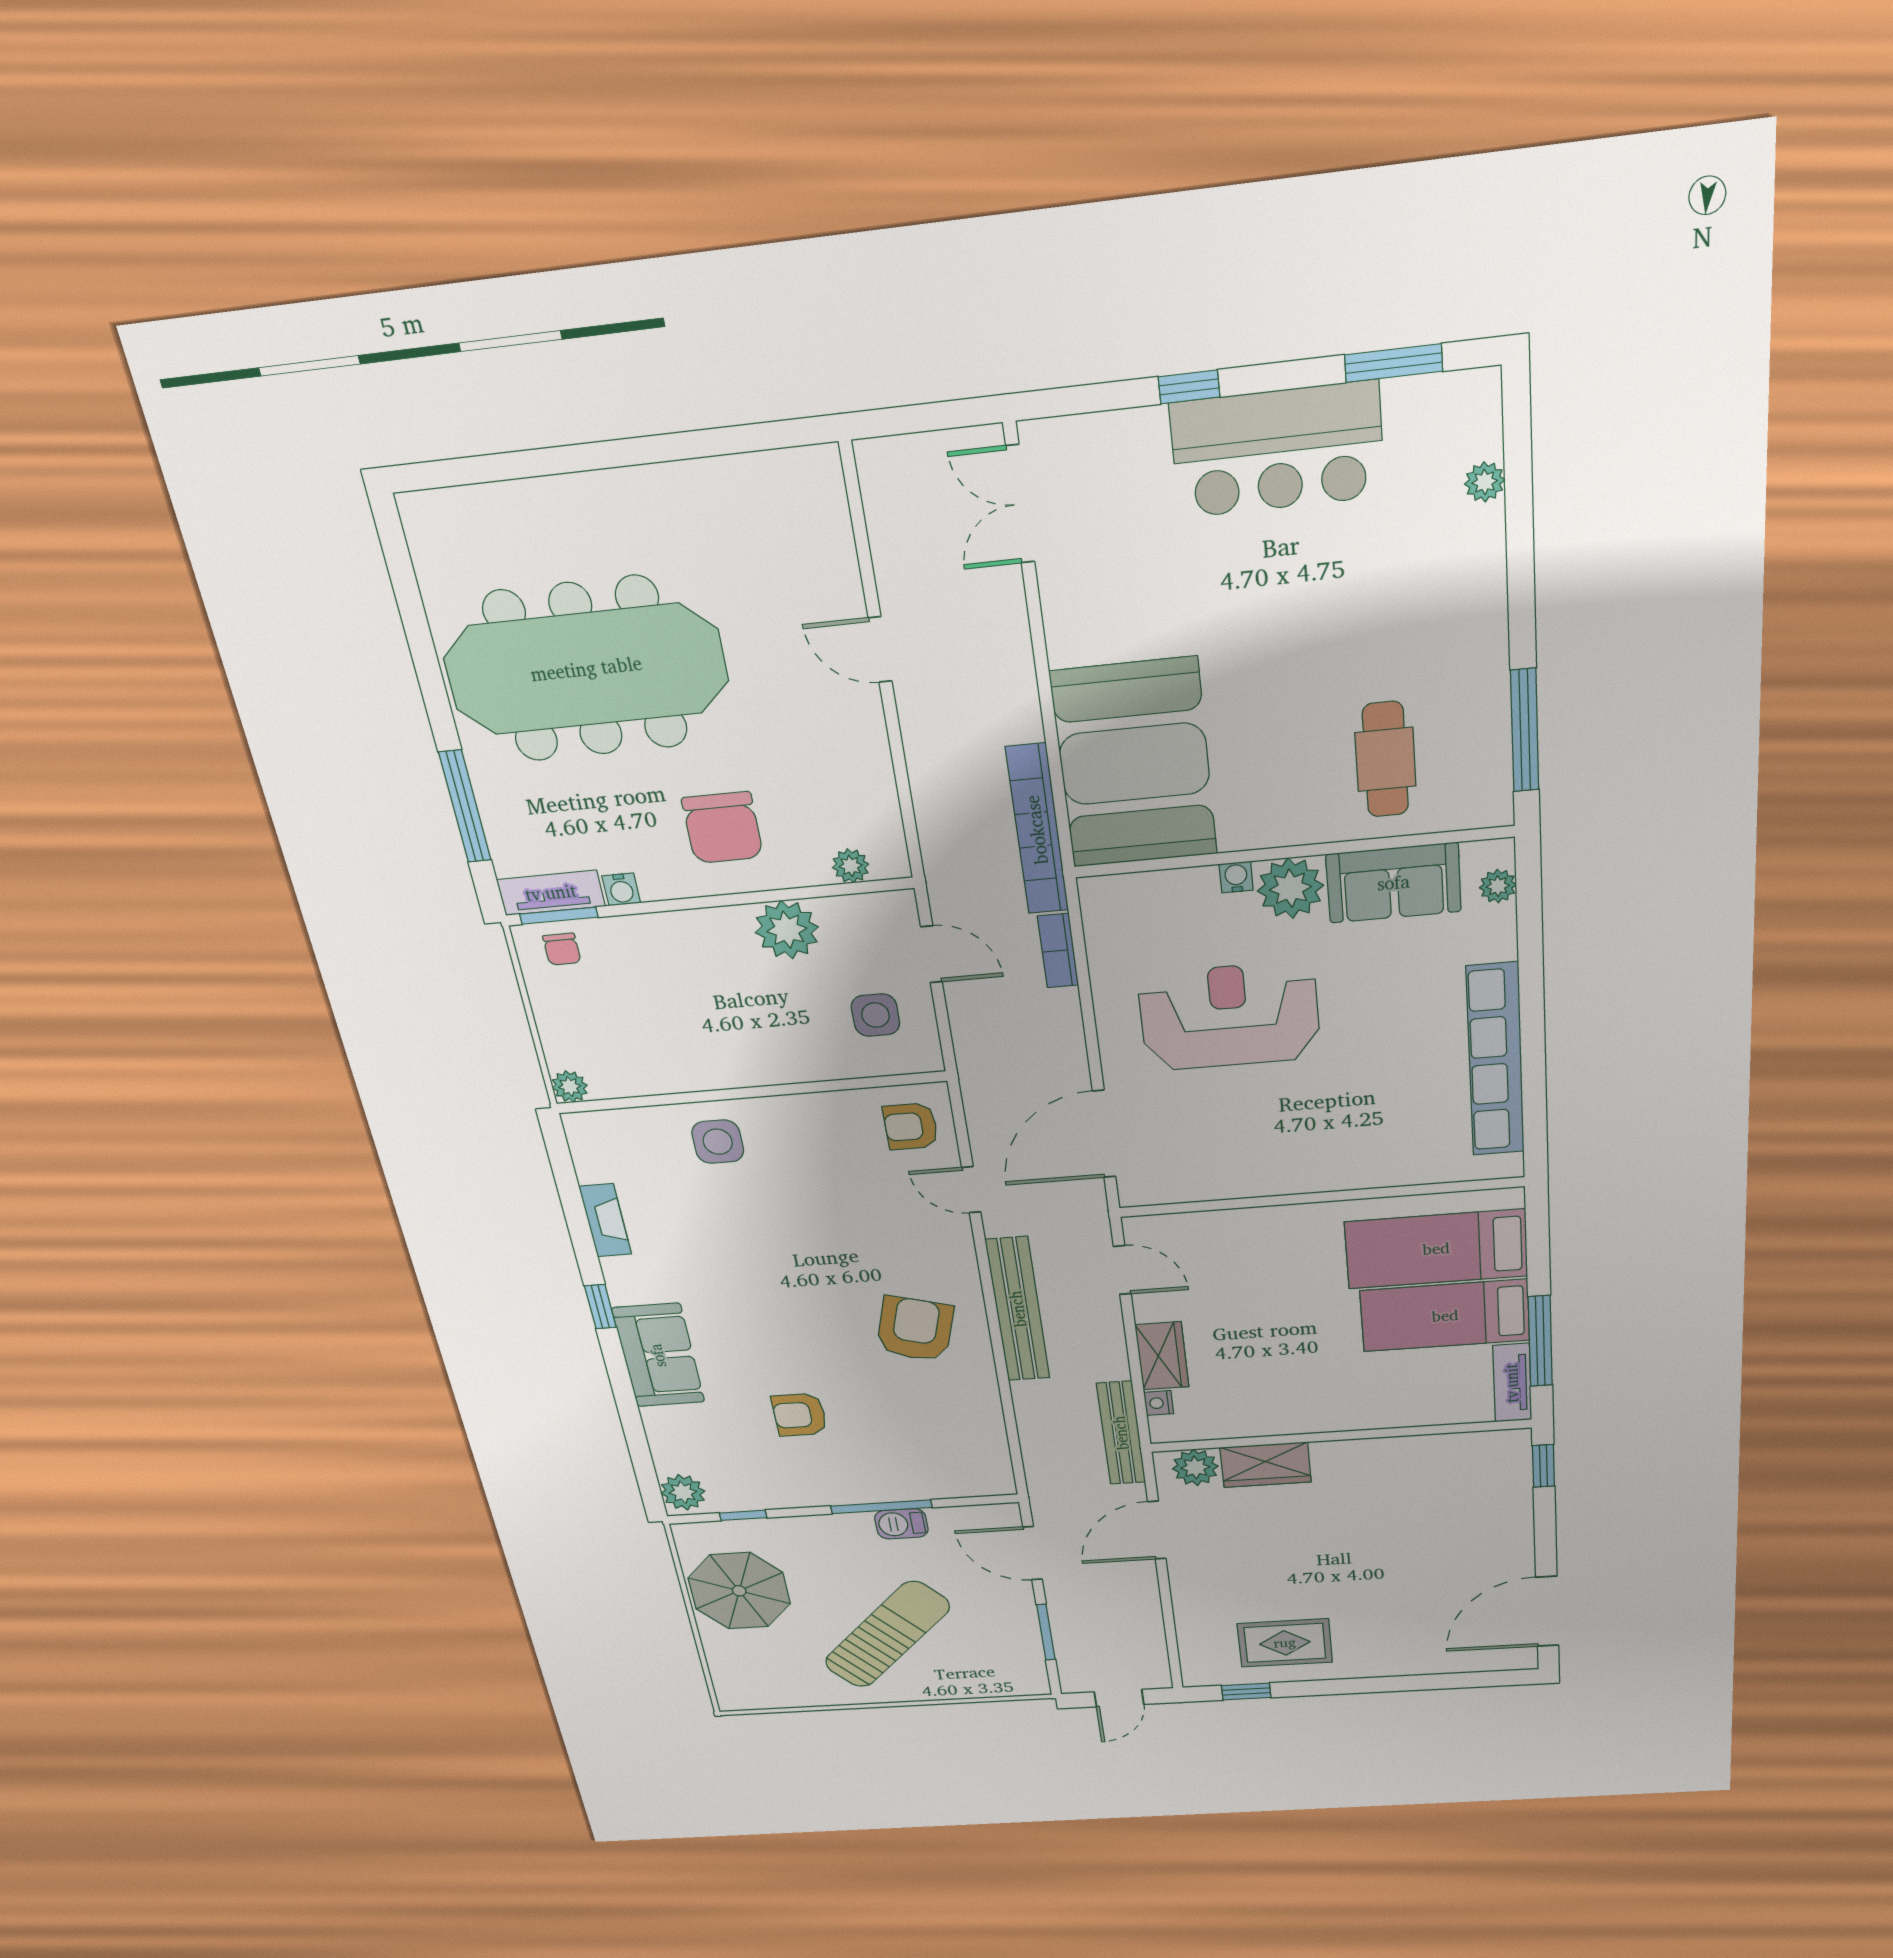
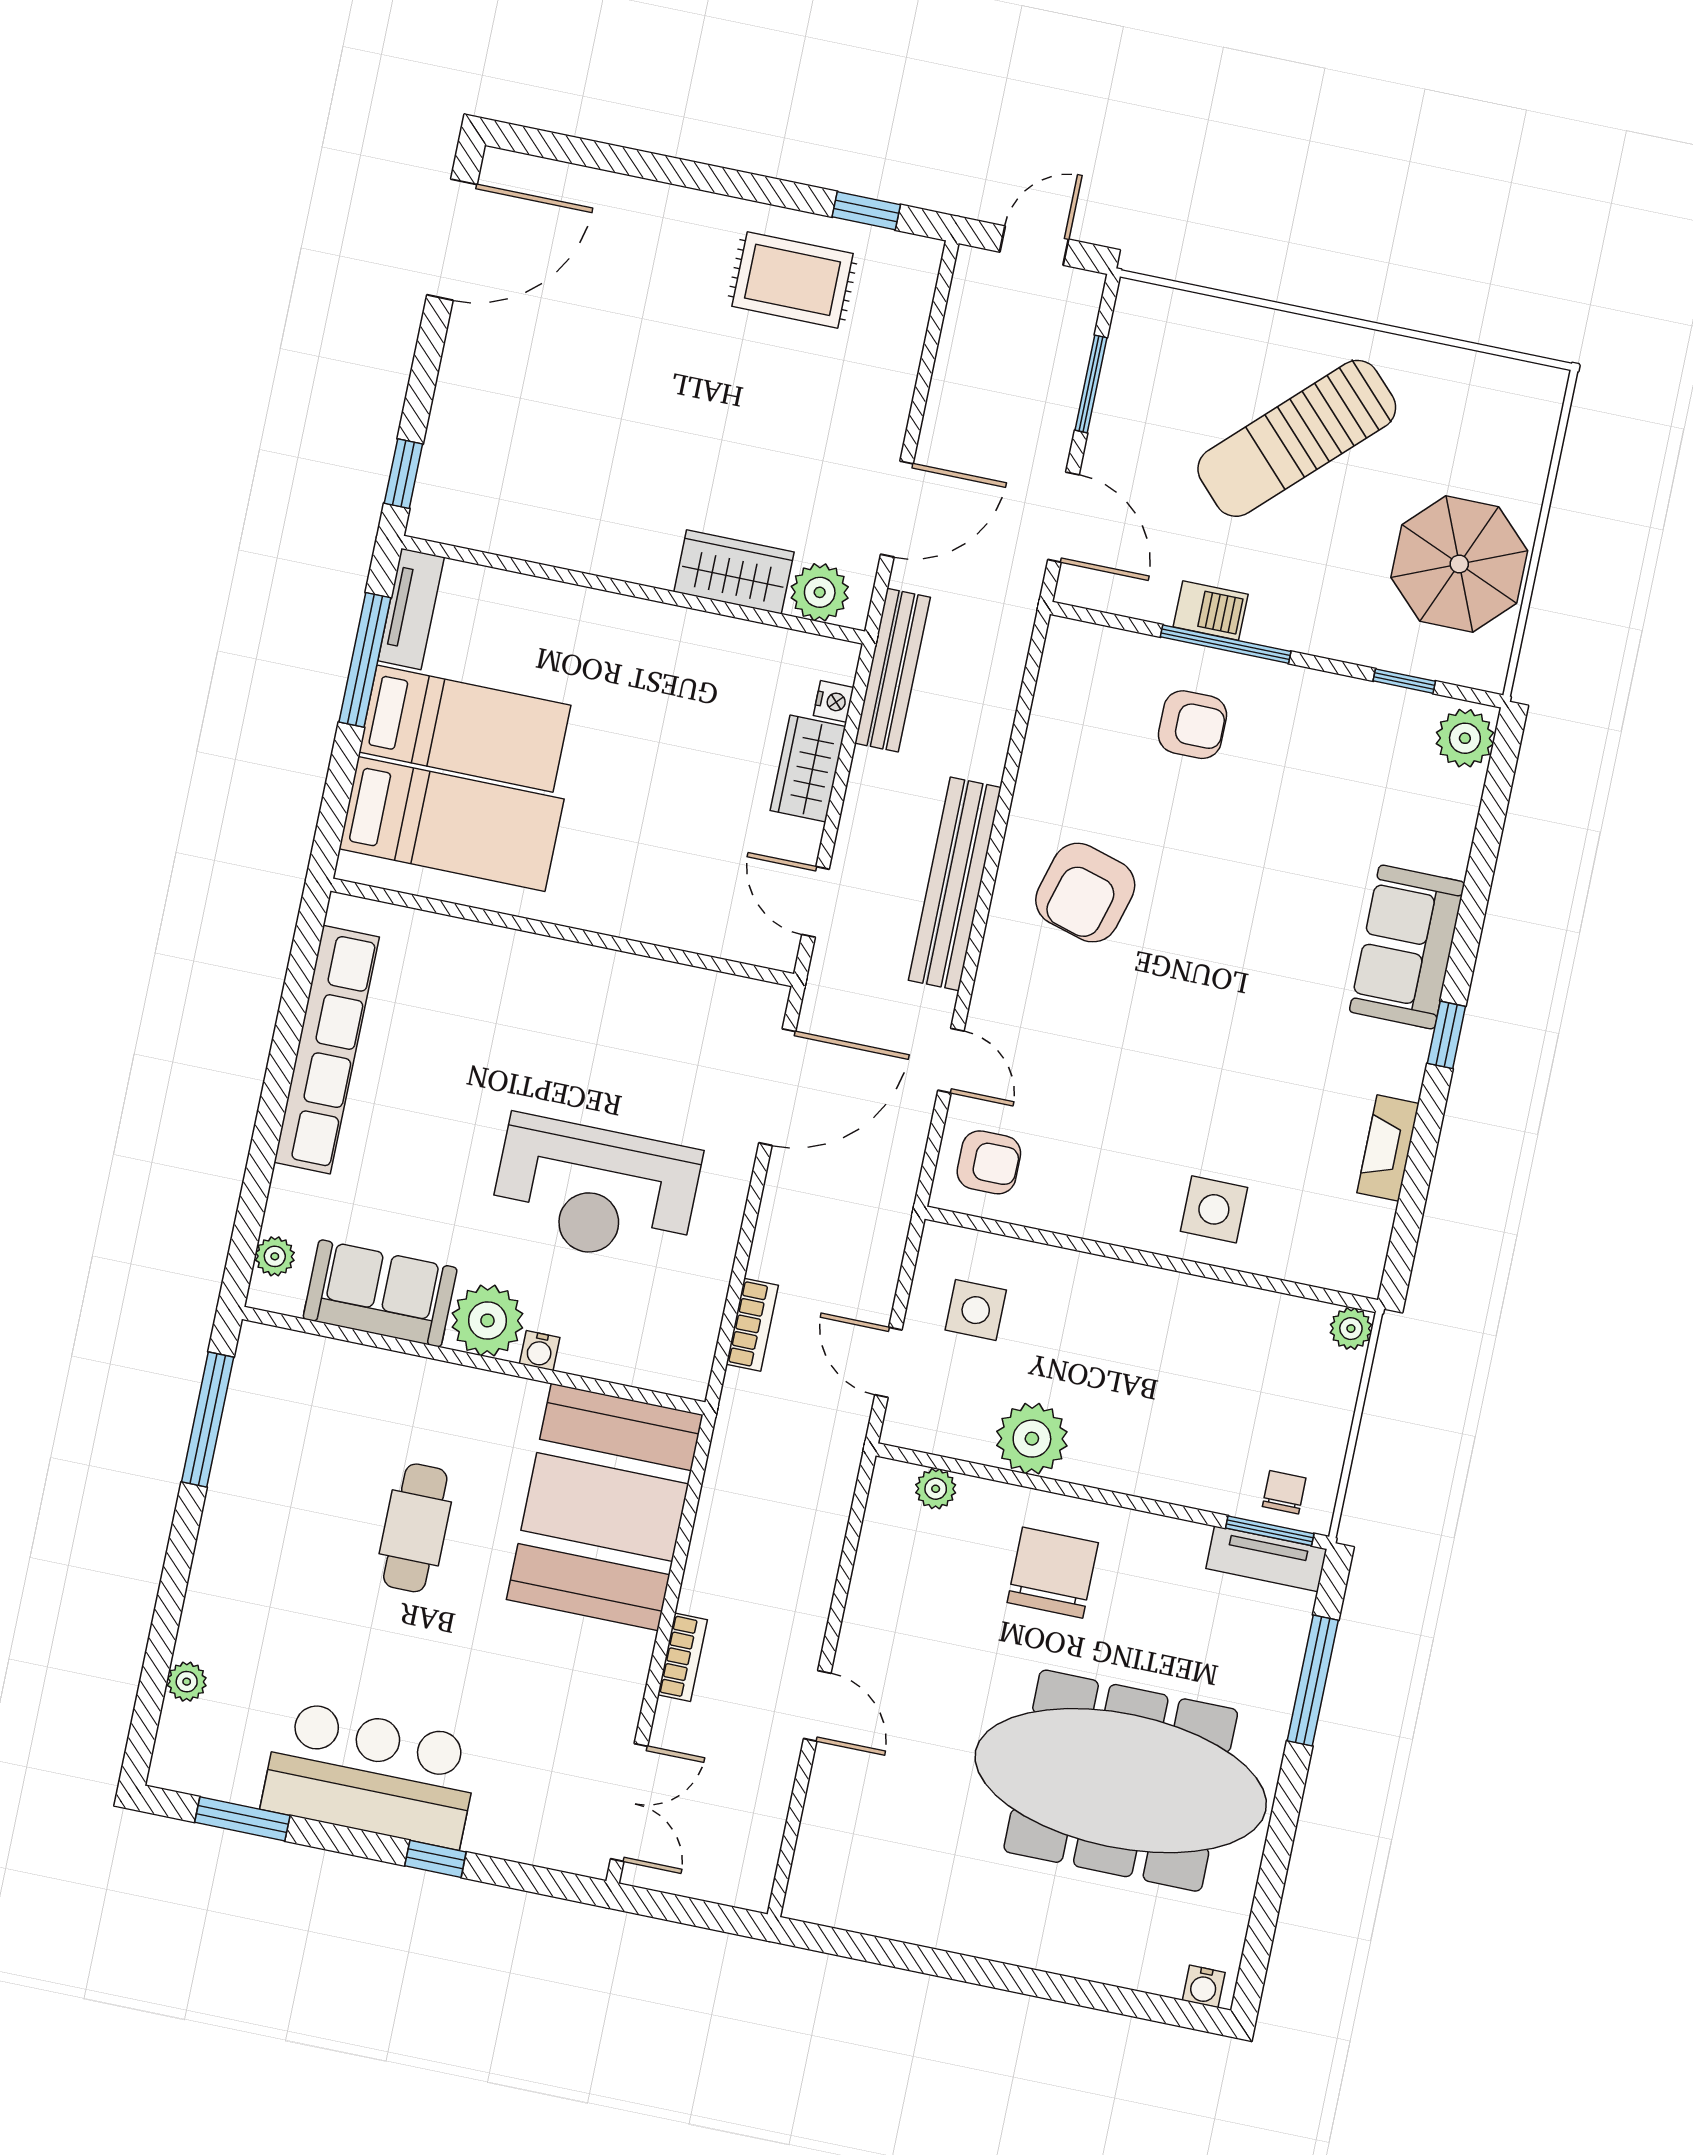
cafe table: (1385, 759) -> (415, 1528), moved
bookcase: (1037, 830) -> (683, 1657), moved, width x0.43, depth x0.76
water cooler: (621, 889) -> (1204, 1986), moved, turned 180
armchair: (800, 1415) -> (1192, 725), moved

